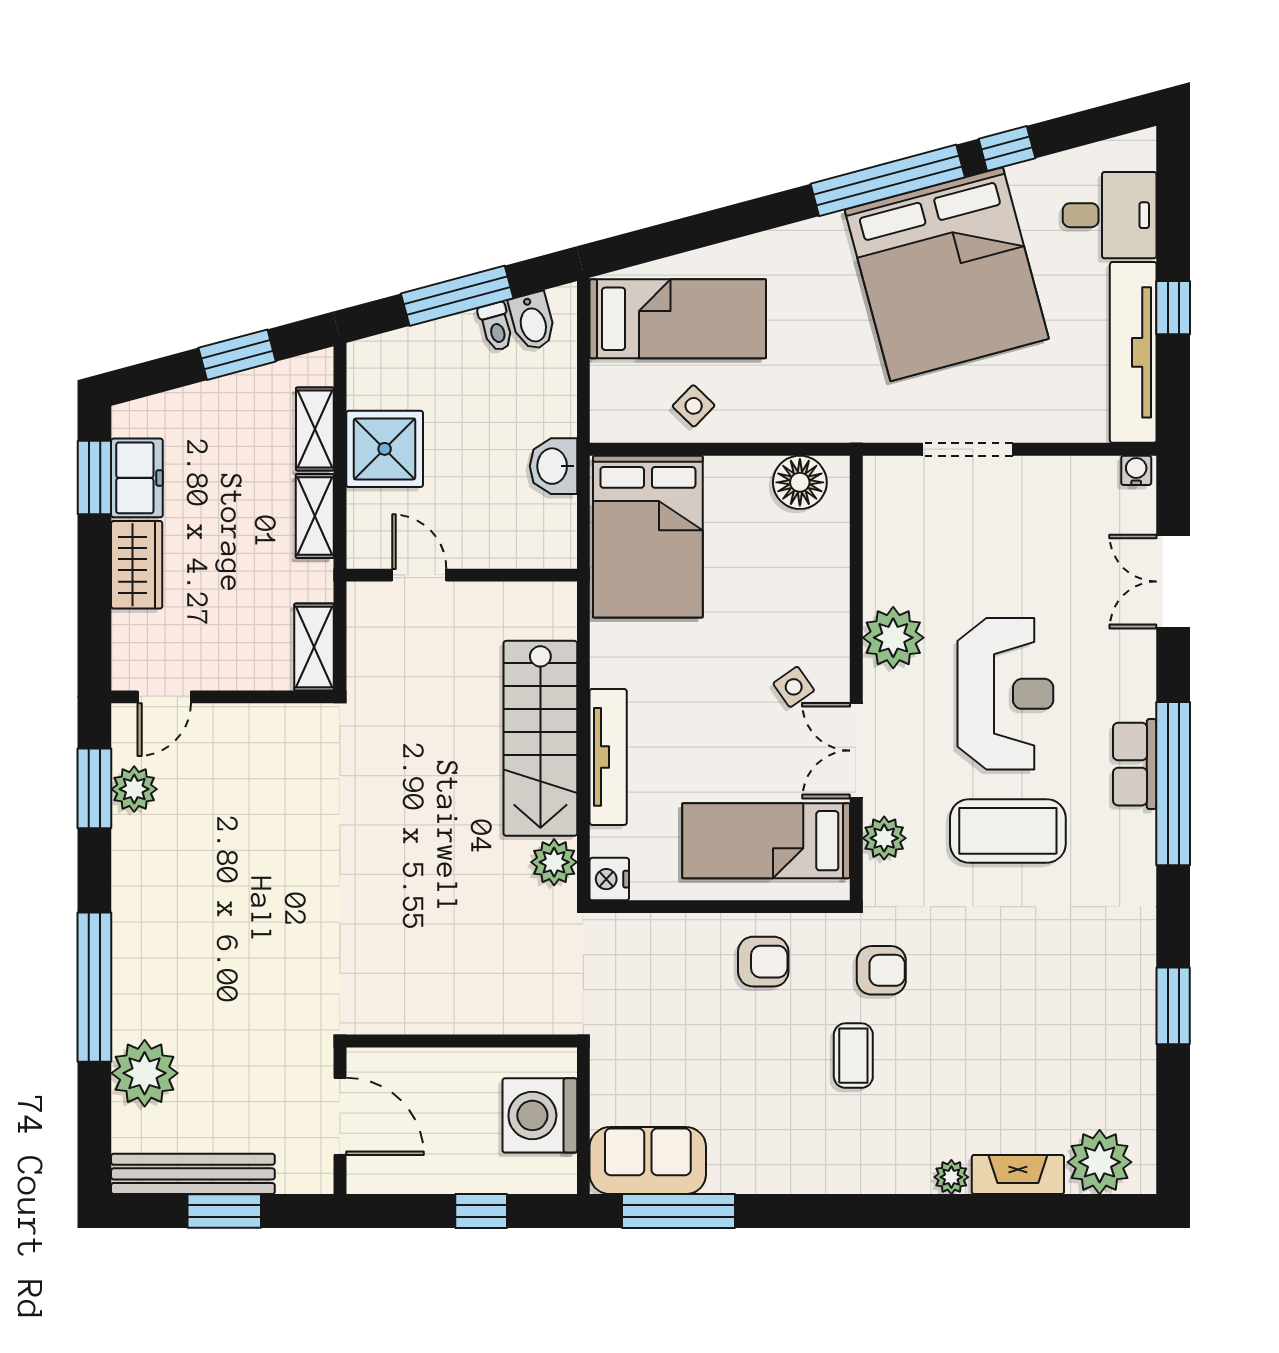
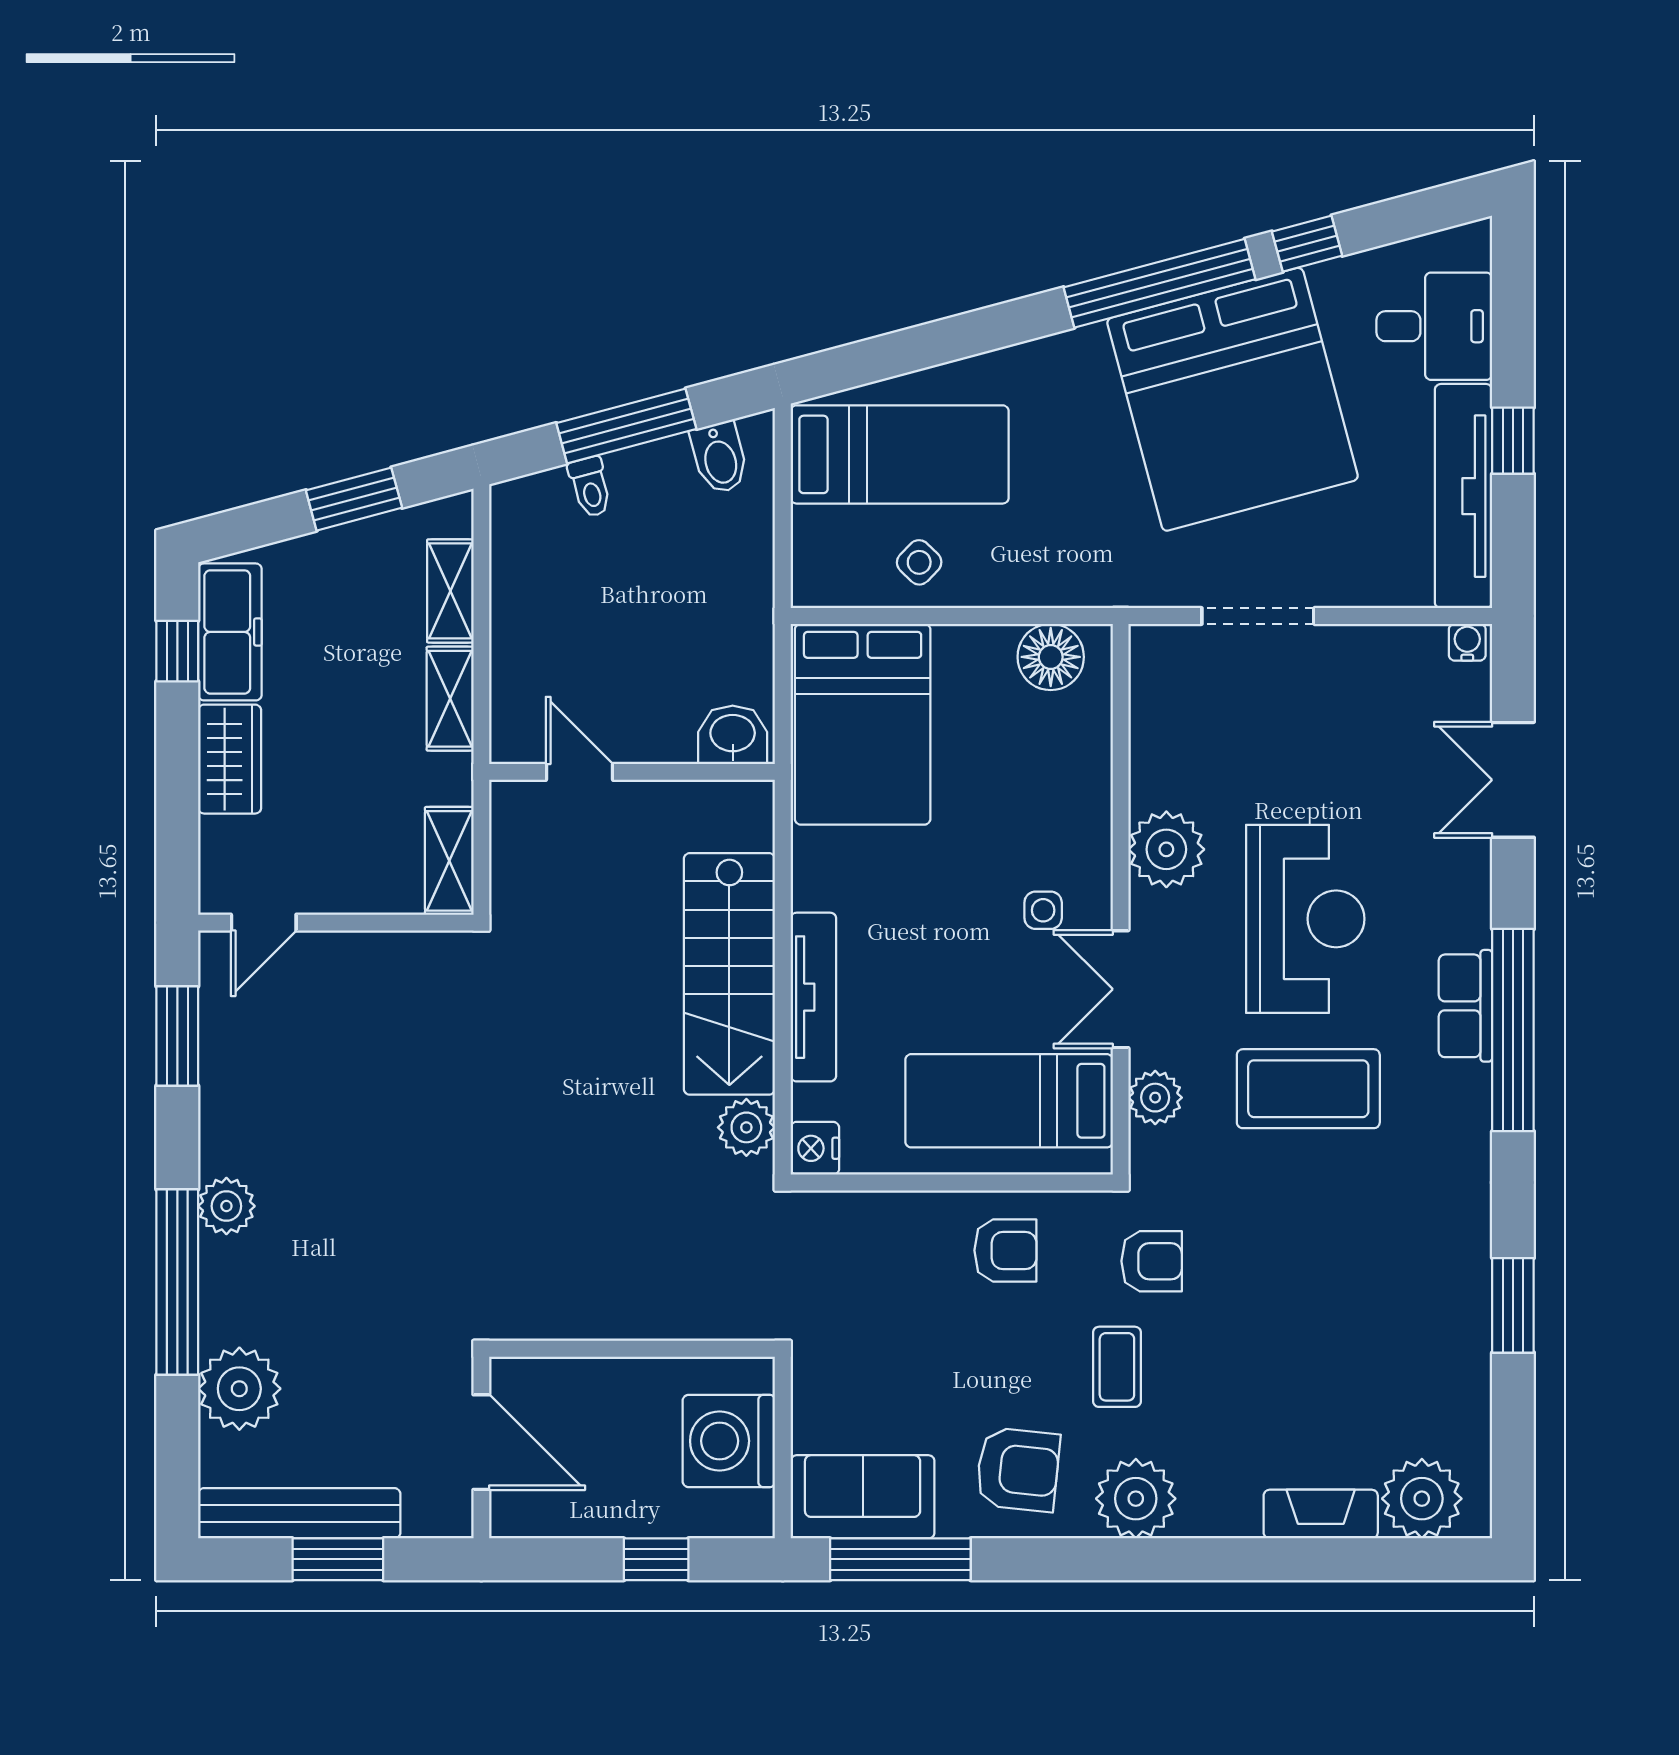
toilet: (496, 327) -> (590, 487), moved
shower: (385, 449) -> (537, 616), removed
washbasin: (553, 466) -> (733, 735), moved, turned 90
window: (94, 478) -> (177, 651), width x0.67
freezer: (137, 478) -> (230, 632), width x1.40
side table: (794, 687) -> (1043, 910), turned 35
plant: (134, 789) -> (226, 1206), moved
armchair: (773, 1139) -> (1018, 1470), added
plant: (951, 1177) -> (1136, 1499), moved, width x1.87, depth x1.87

